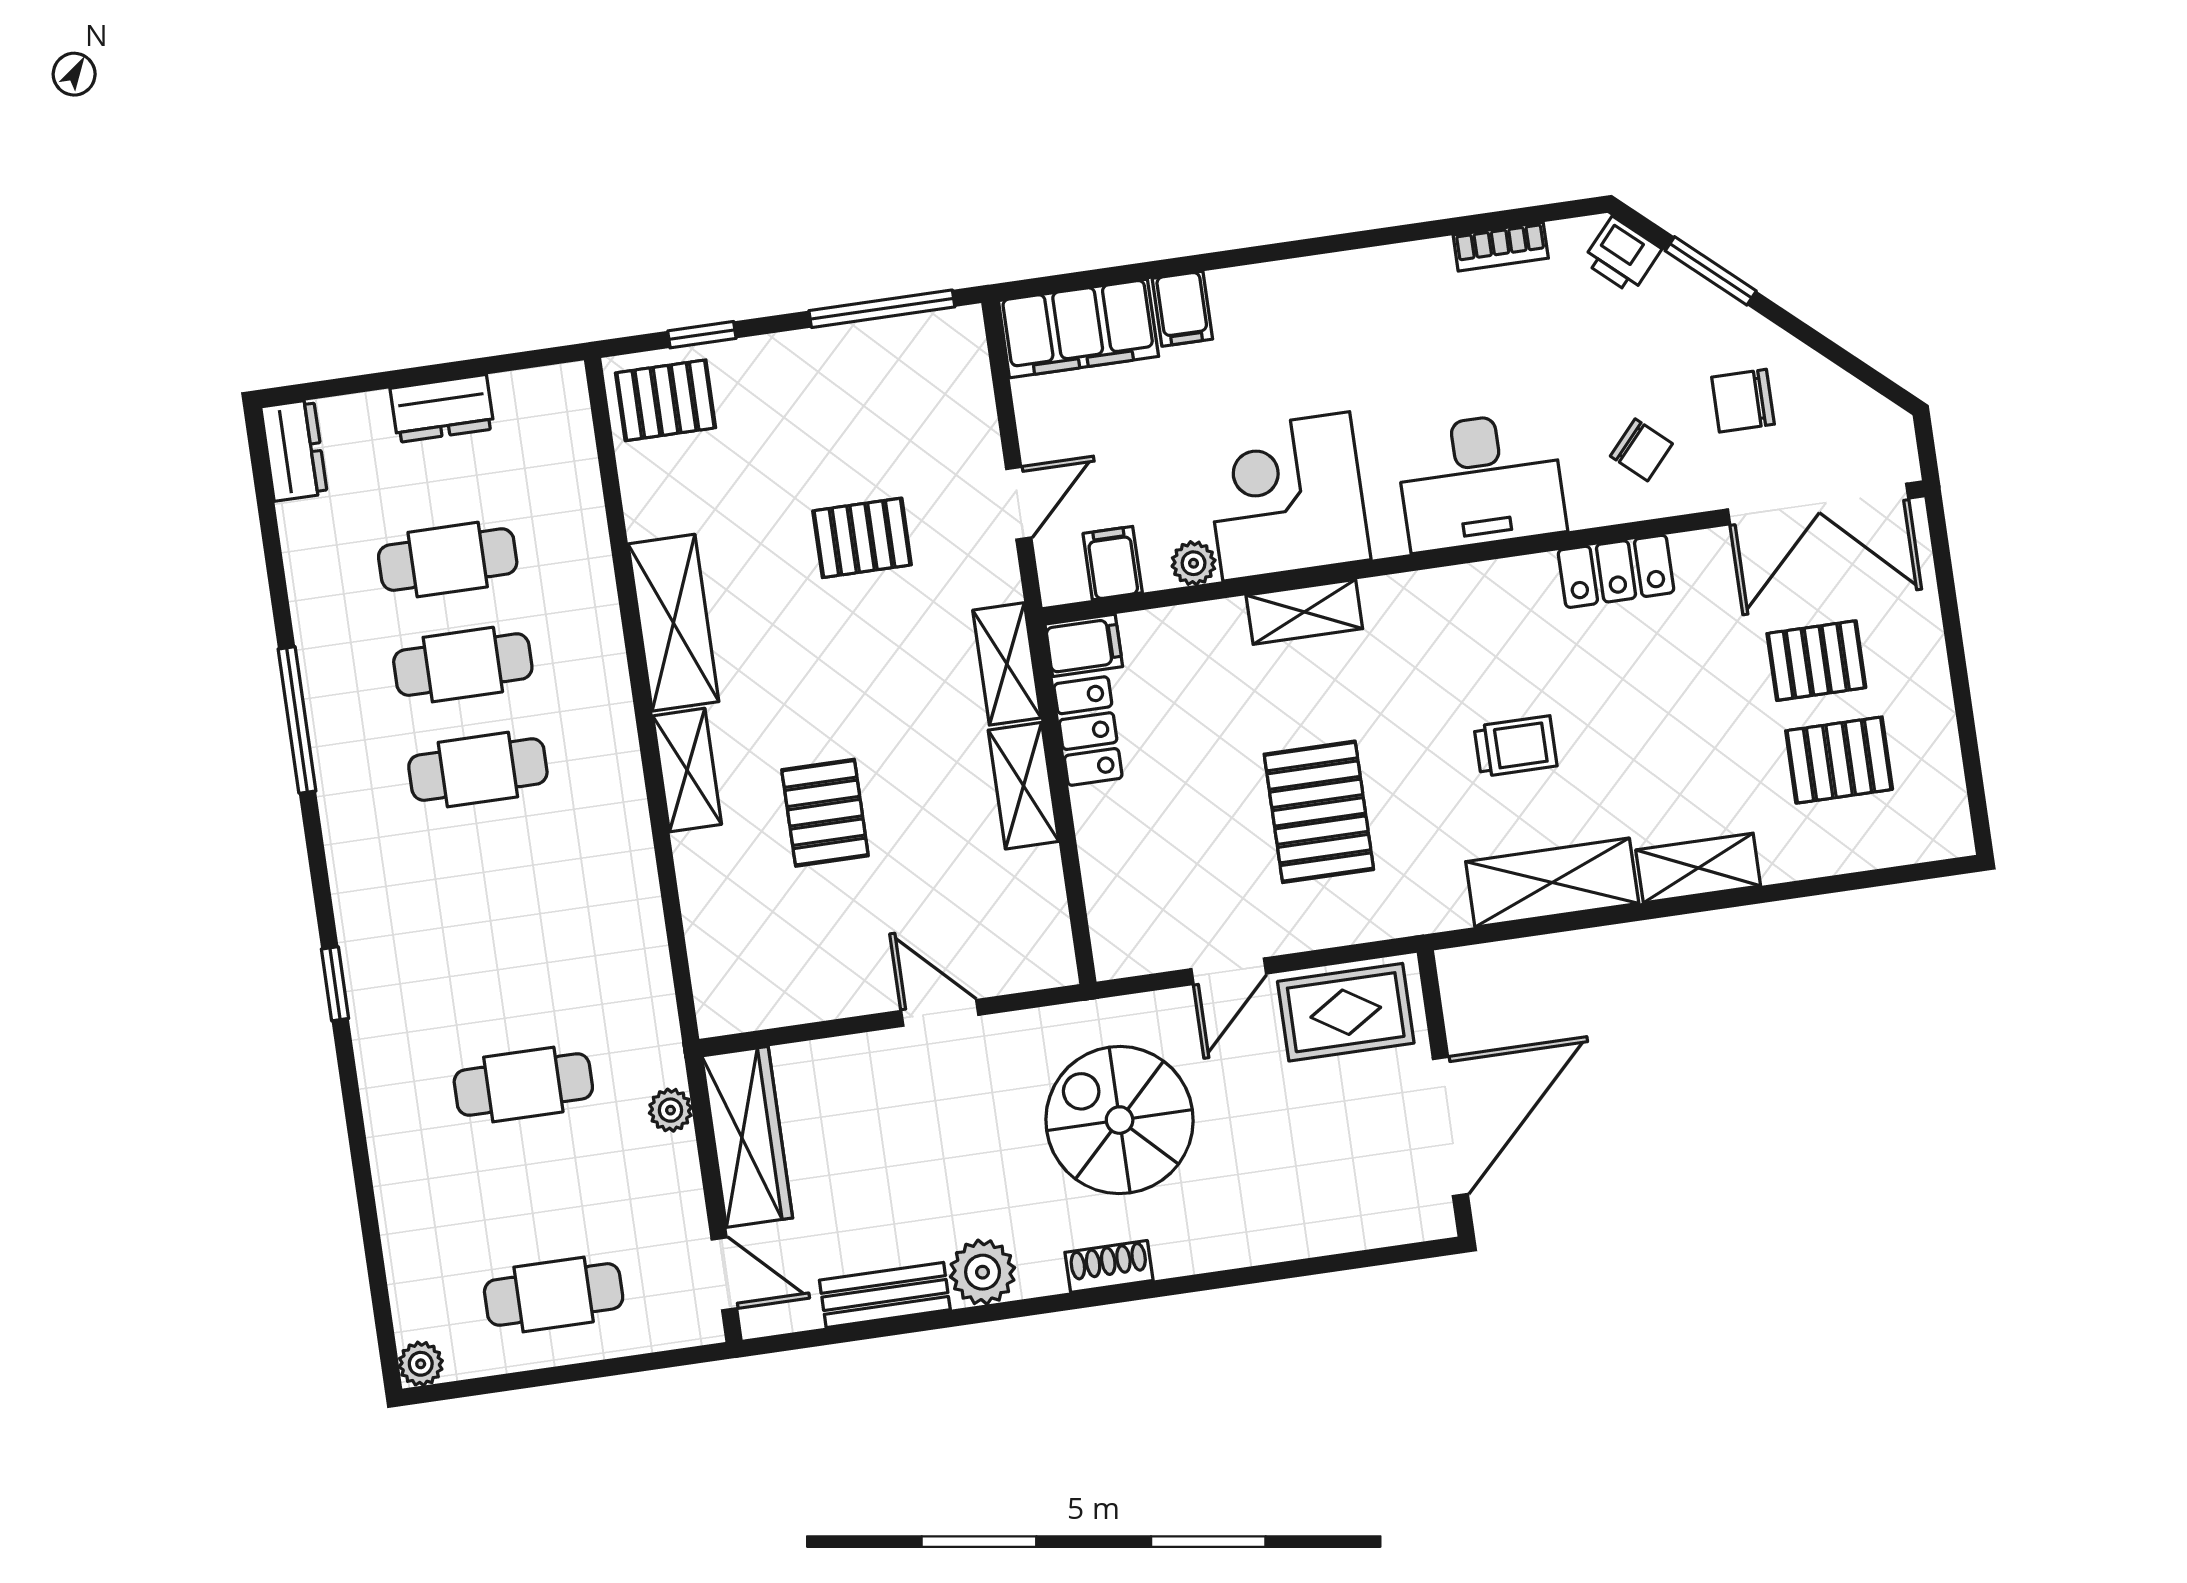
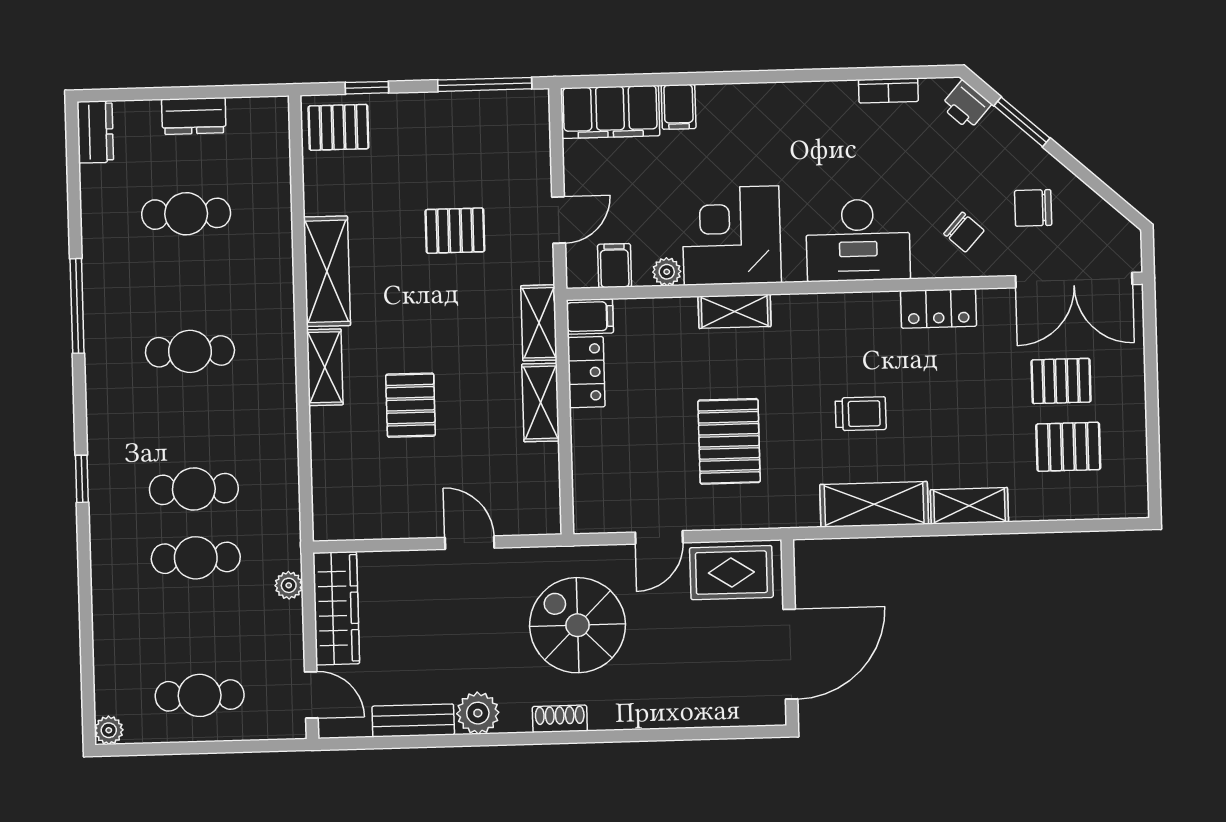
cafe table: (463, 665) -> (194, 489), moved

